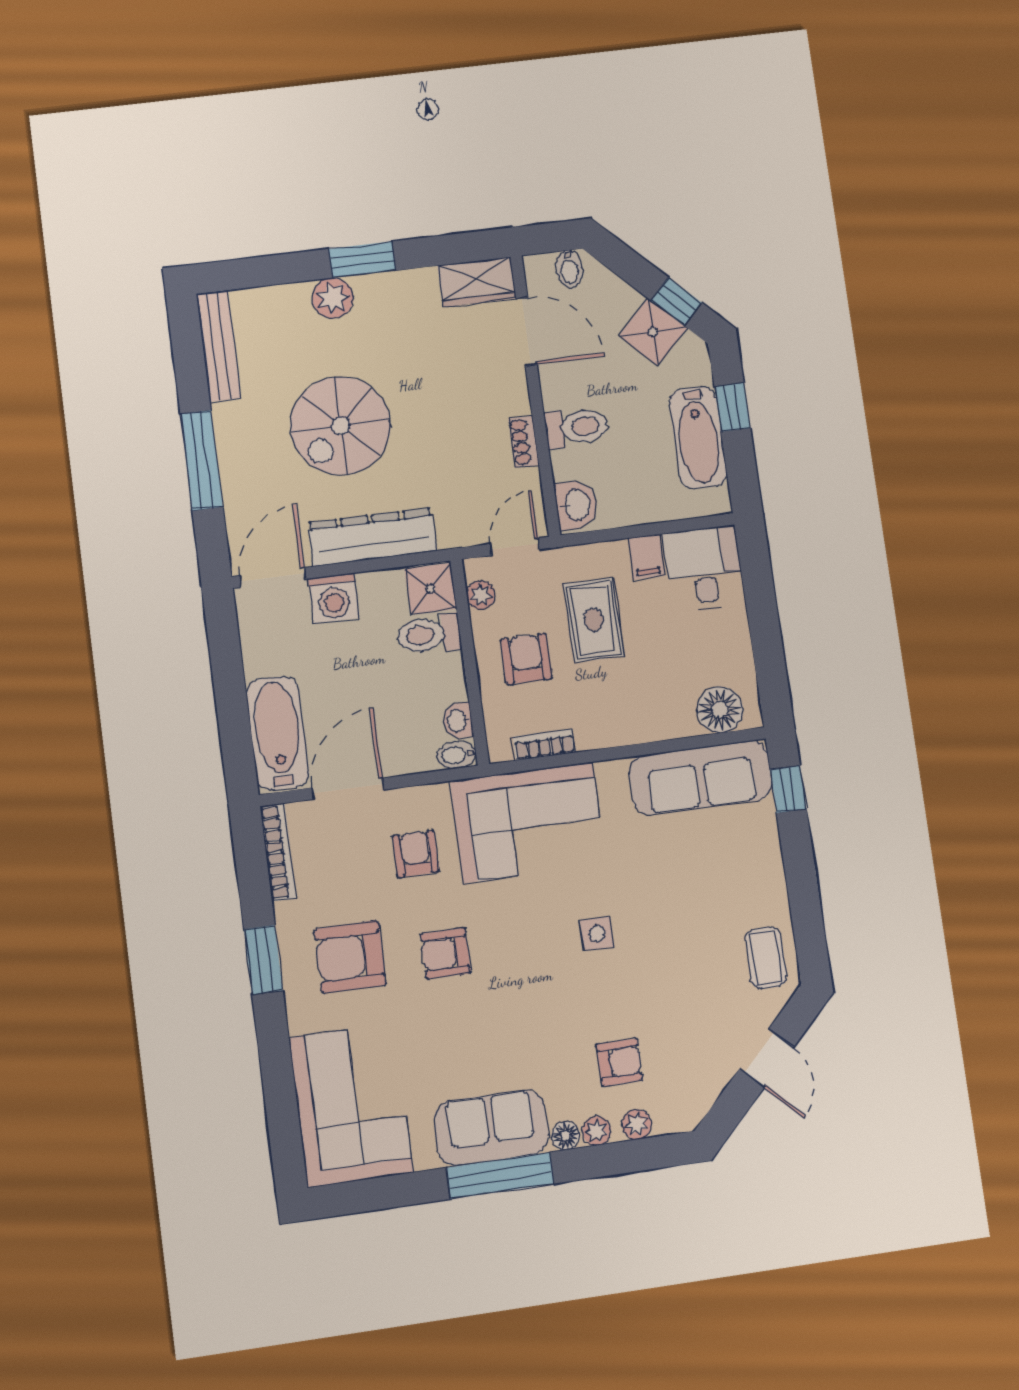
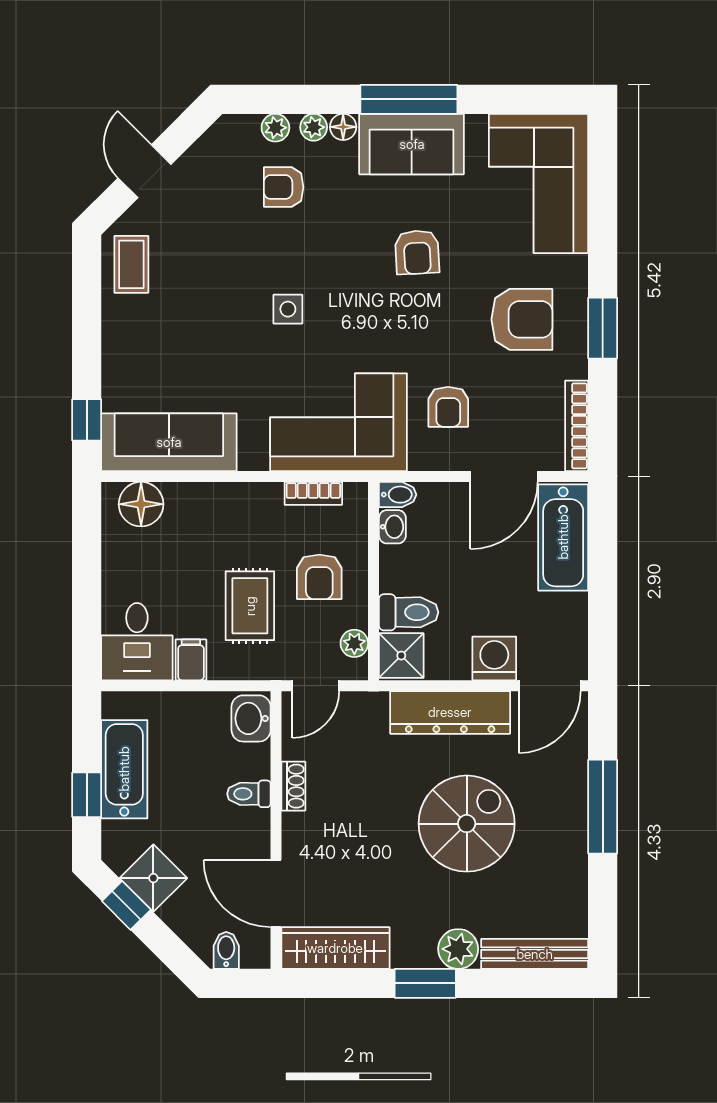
wardrobe: (477, 282) -> (335, 948), width x1.50
bench: (218, 346) -> (535, 954), moved, turned 90
toilet: (577, 427) -> (249, 794), width x0.73, depth x0.72
armchair: (445, 953) -> (417, 252), moved, turned 87

